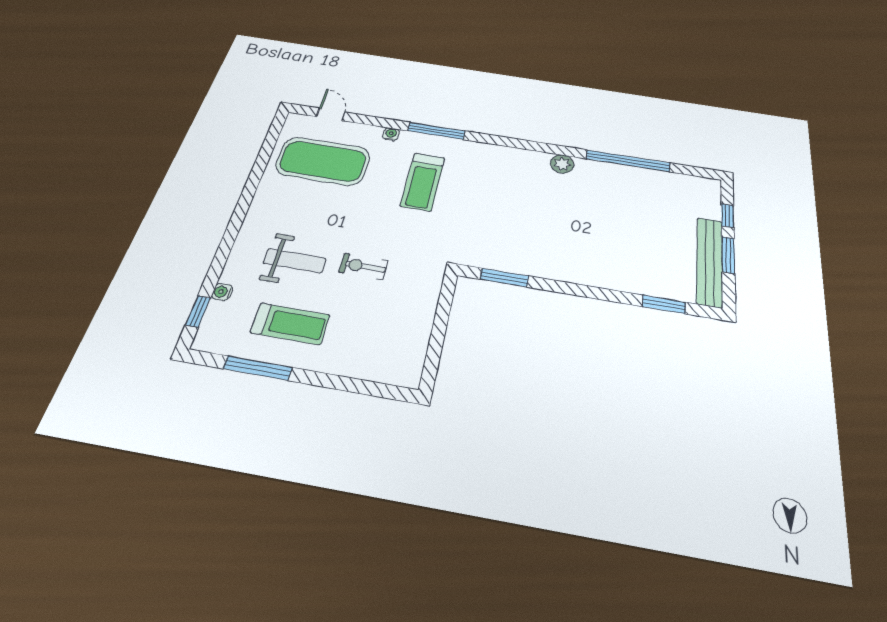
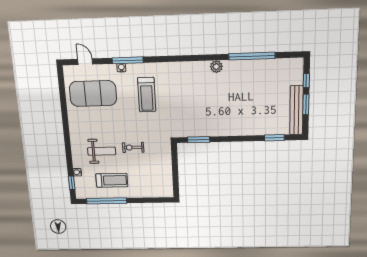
window: (436, 131) -> (128, 60), moved
window: (258, 368) -> (107, 201), width x1.46

